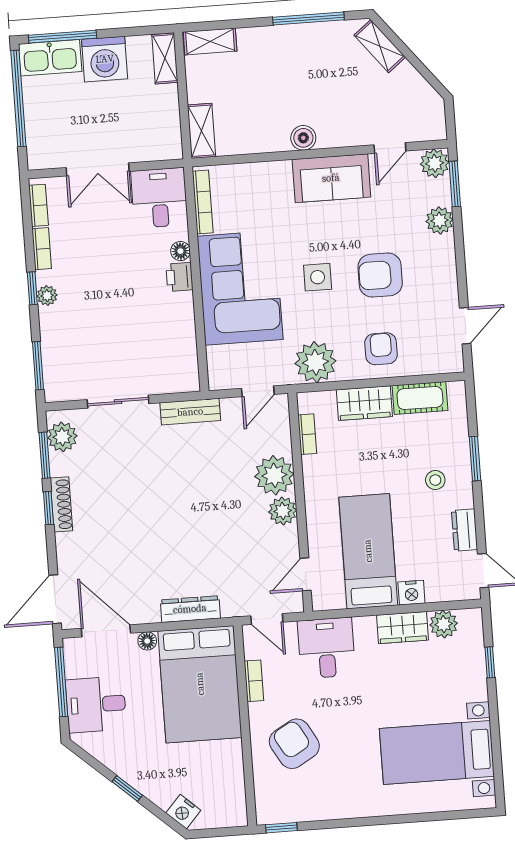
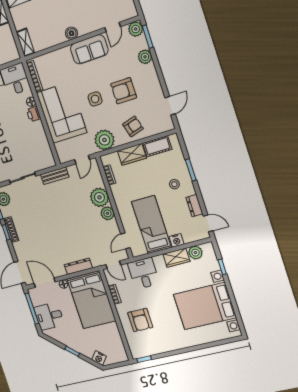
armchair: (381, 349) -> (133, 126), turned 74
armchair: (294, 744) -> (140, 320), turned -150
bed with nightstands: (437, 752) -> (205, 306), width x1.36

